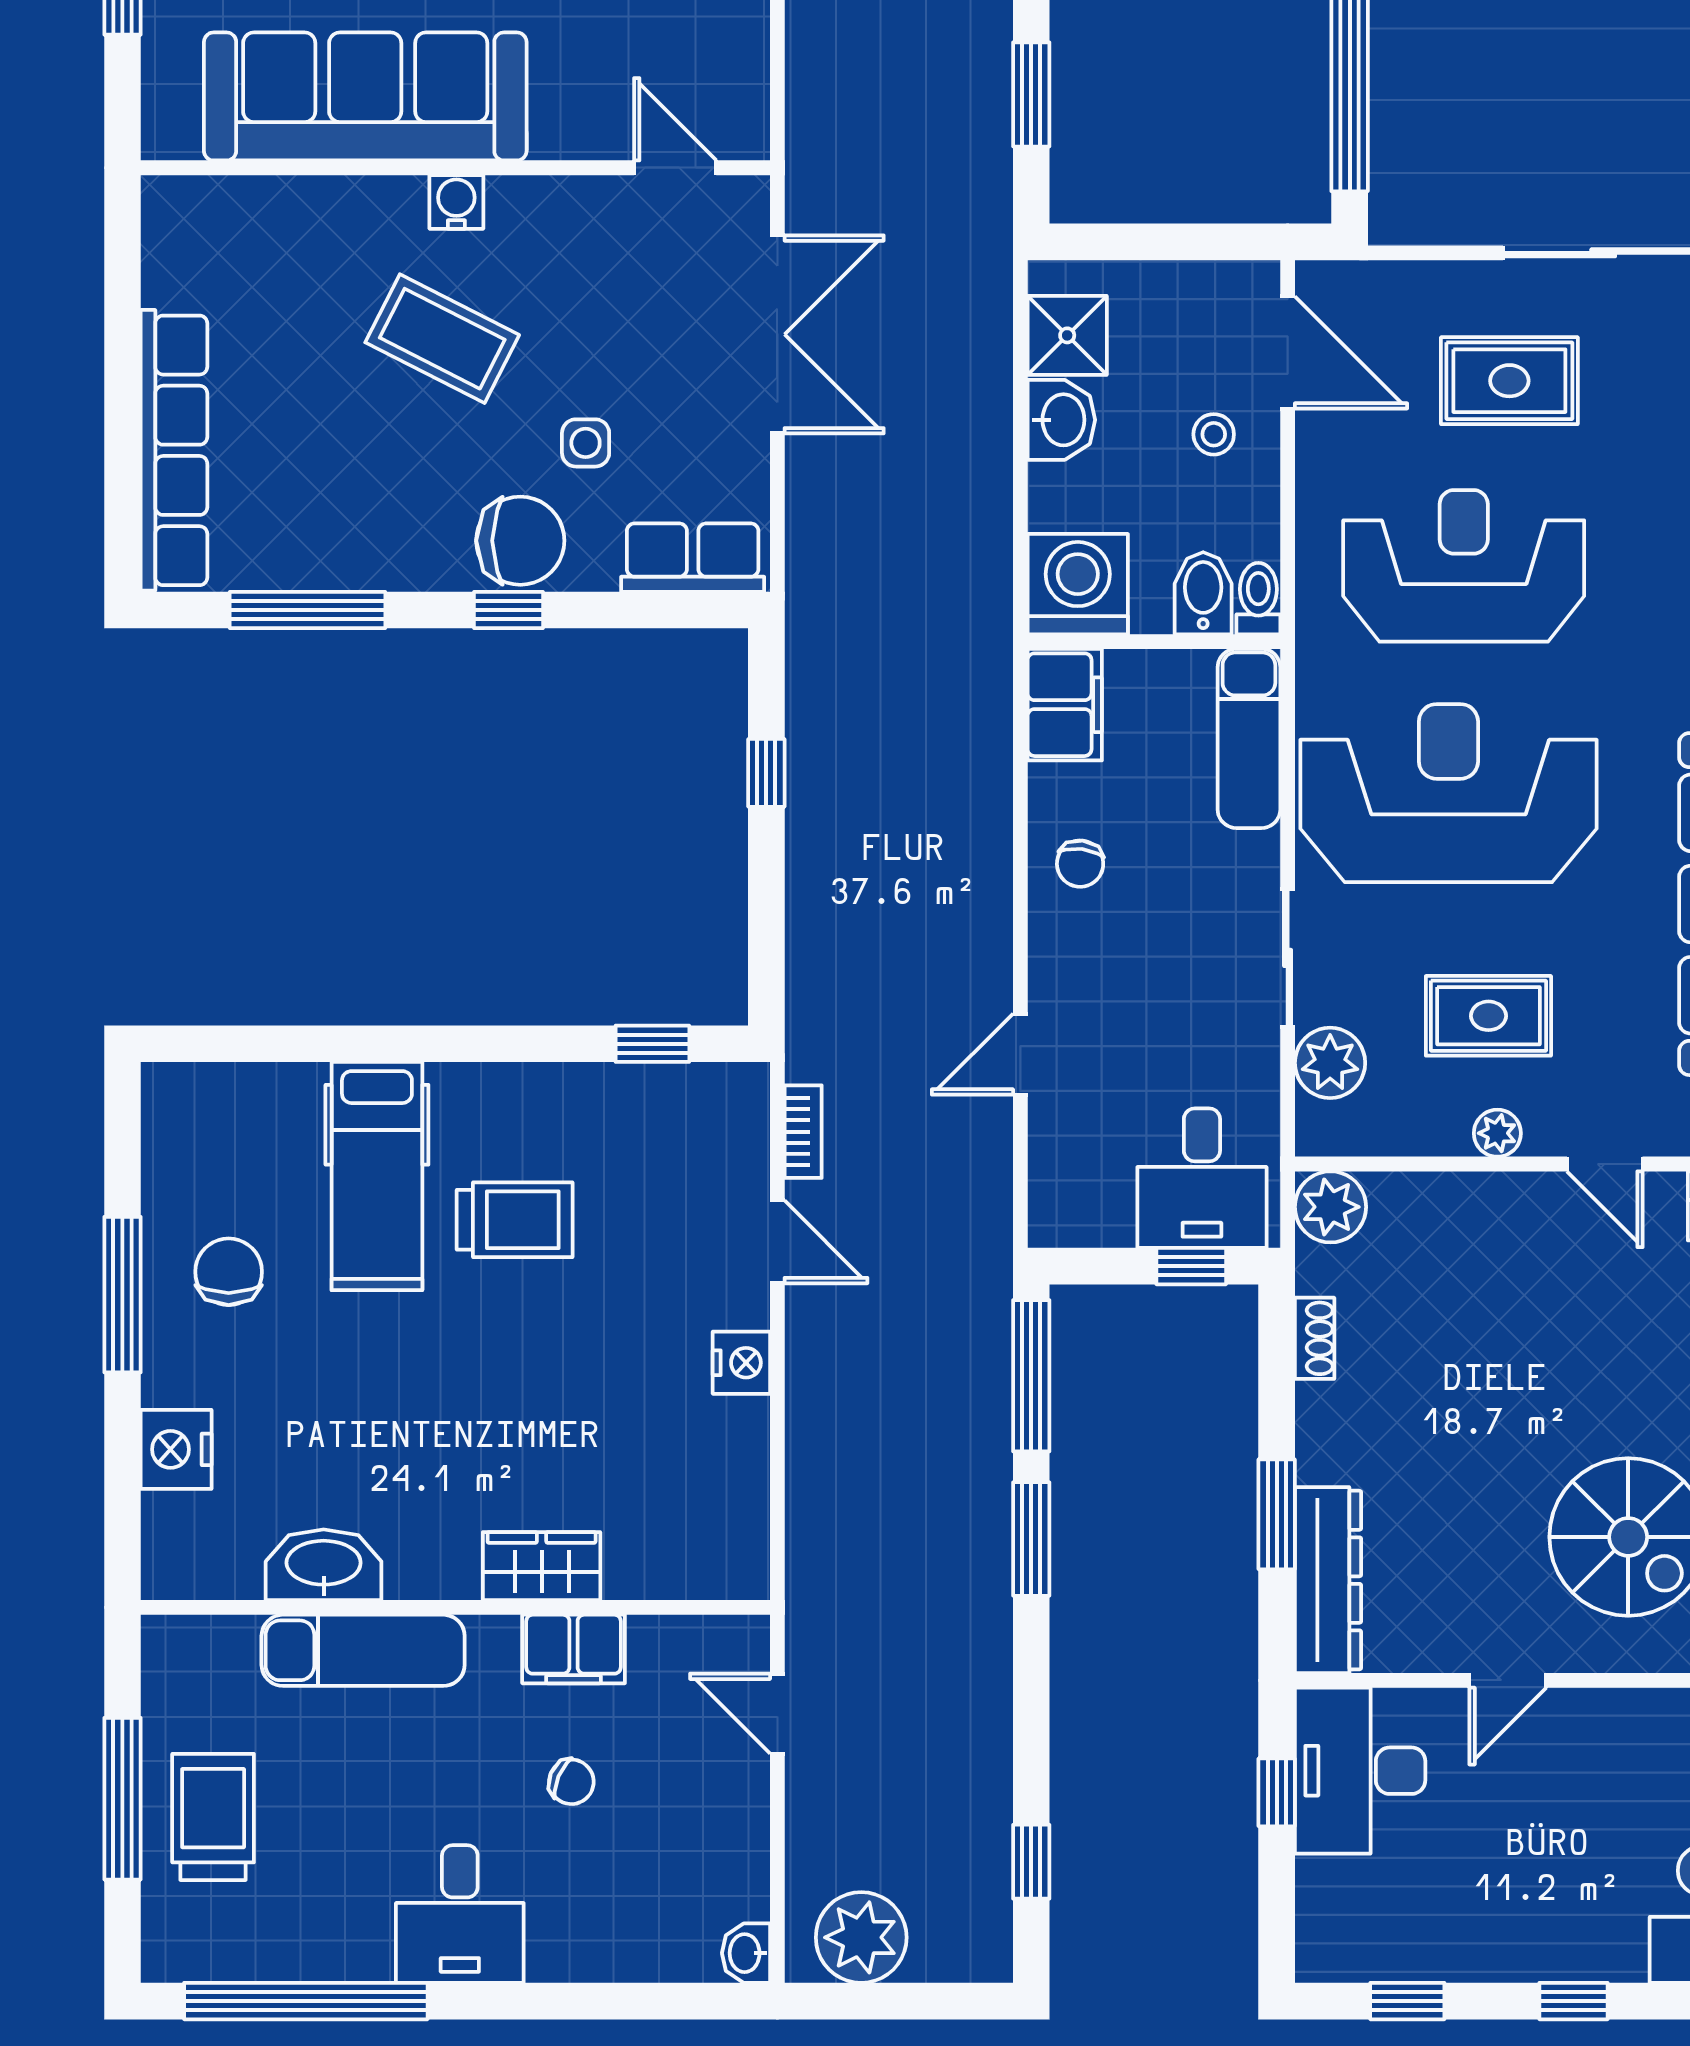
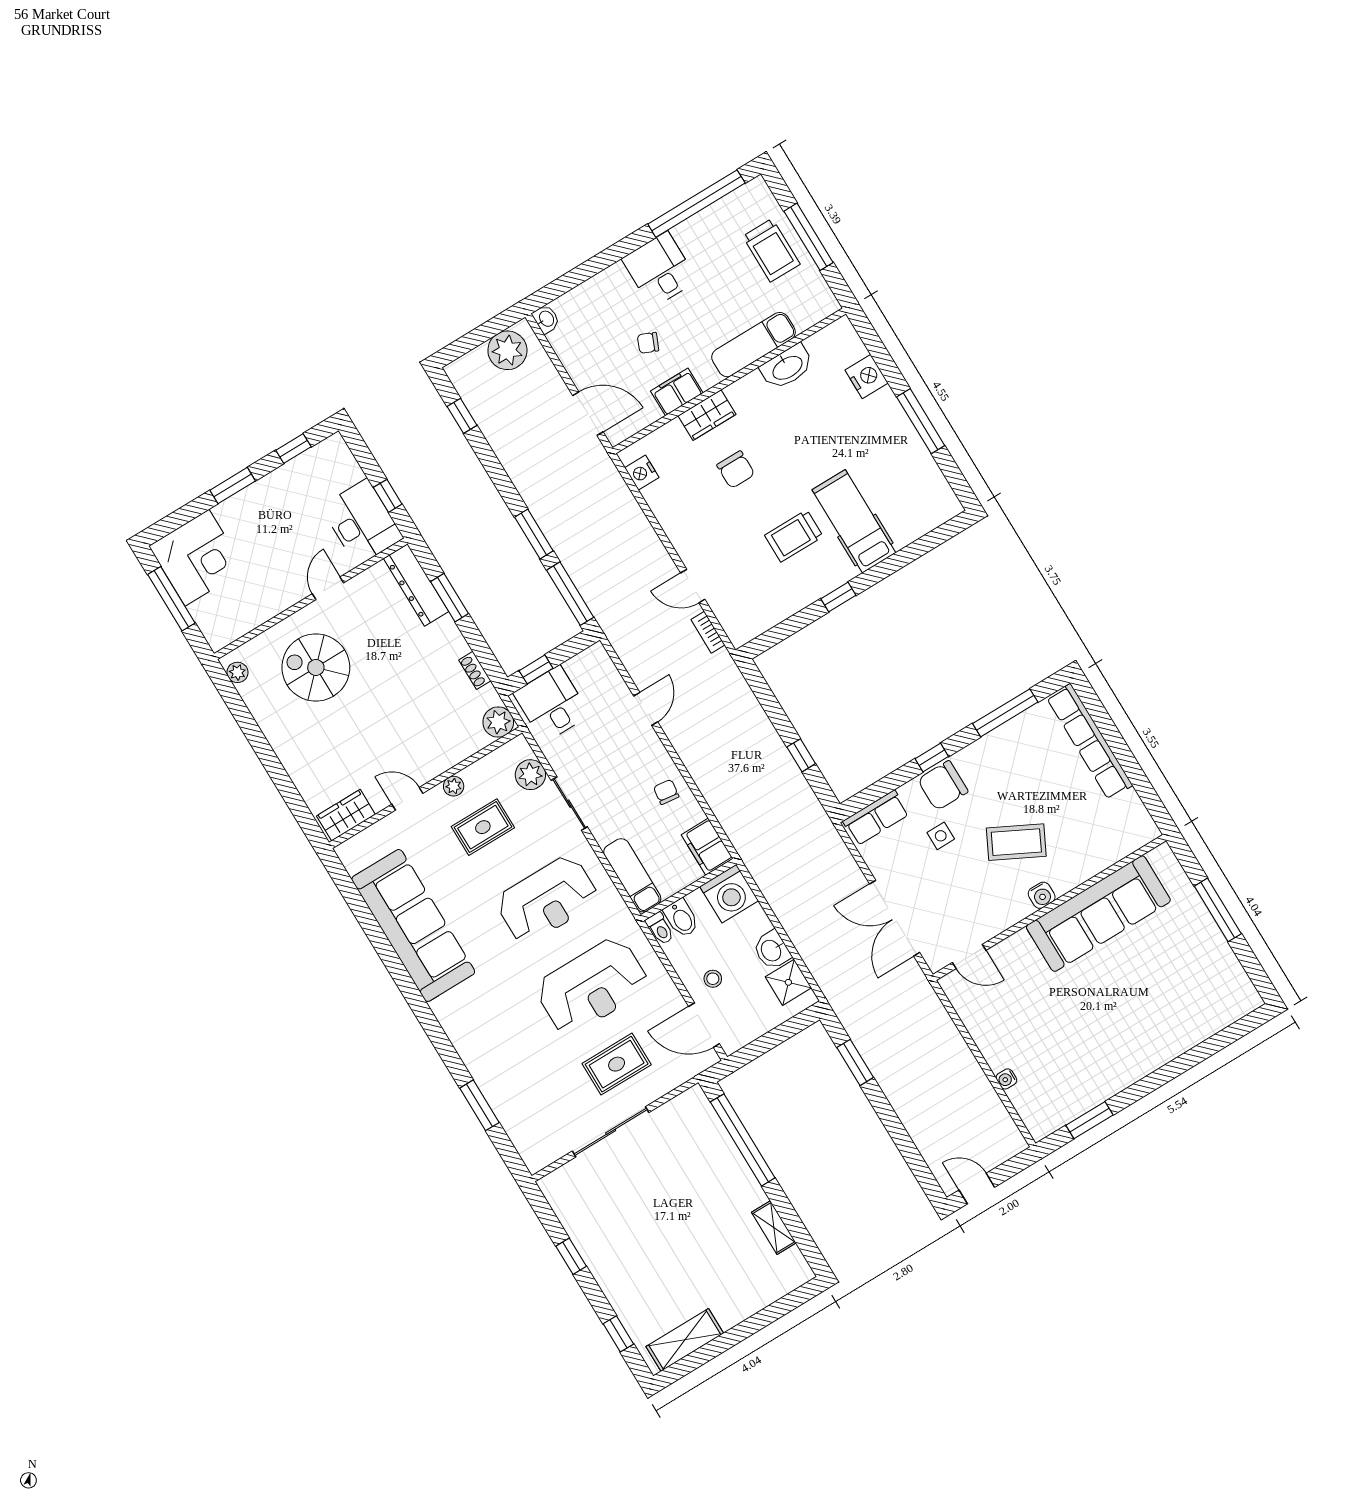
reception desk: (1448, 793) -> (547, 900), width x0.74, depth x0.77
window: (652, 1044) -> (838, 597), moved
chair: (229, 1272) -> (736, 470), moved
nightstand: (741, 1363) -> (642, 473), moved
door: (777, 1714) -> (588, 414), width x1.38
window: (1573, 2001) -> (233, 486), width x1.50

